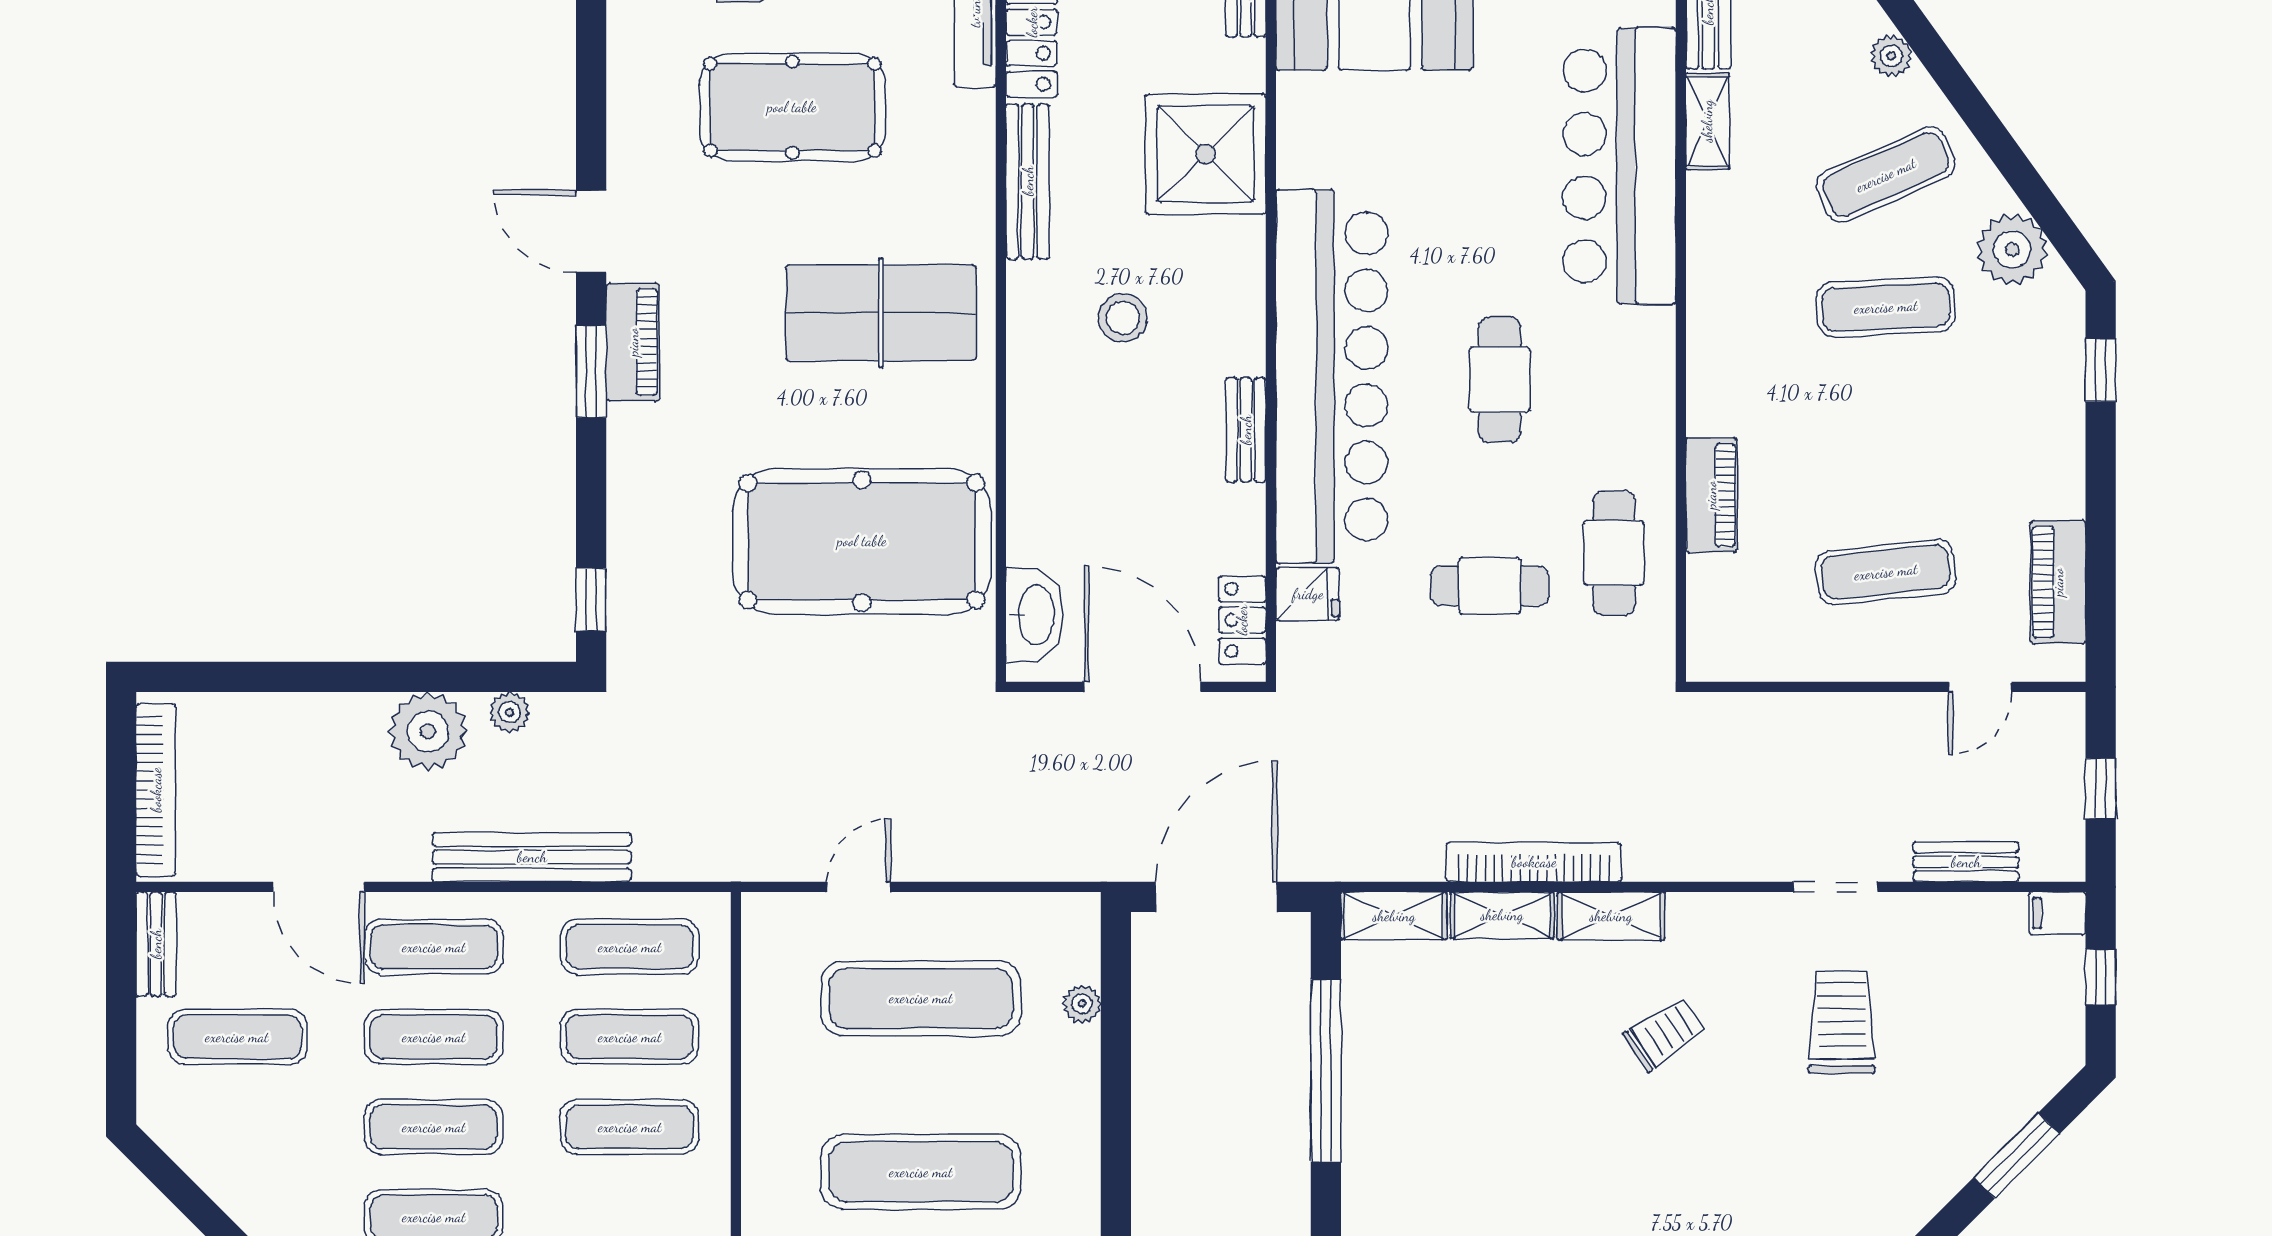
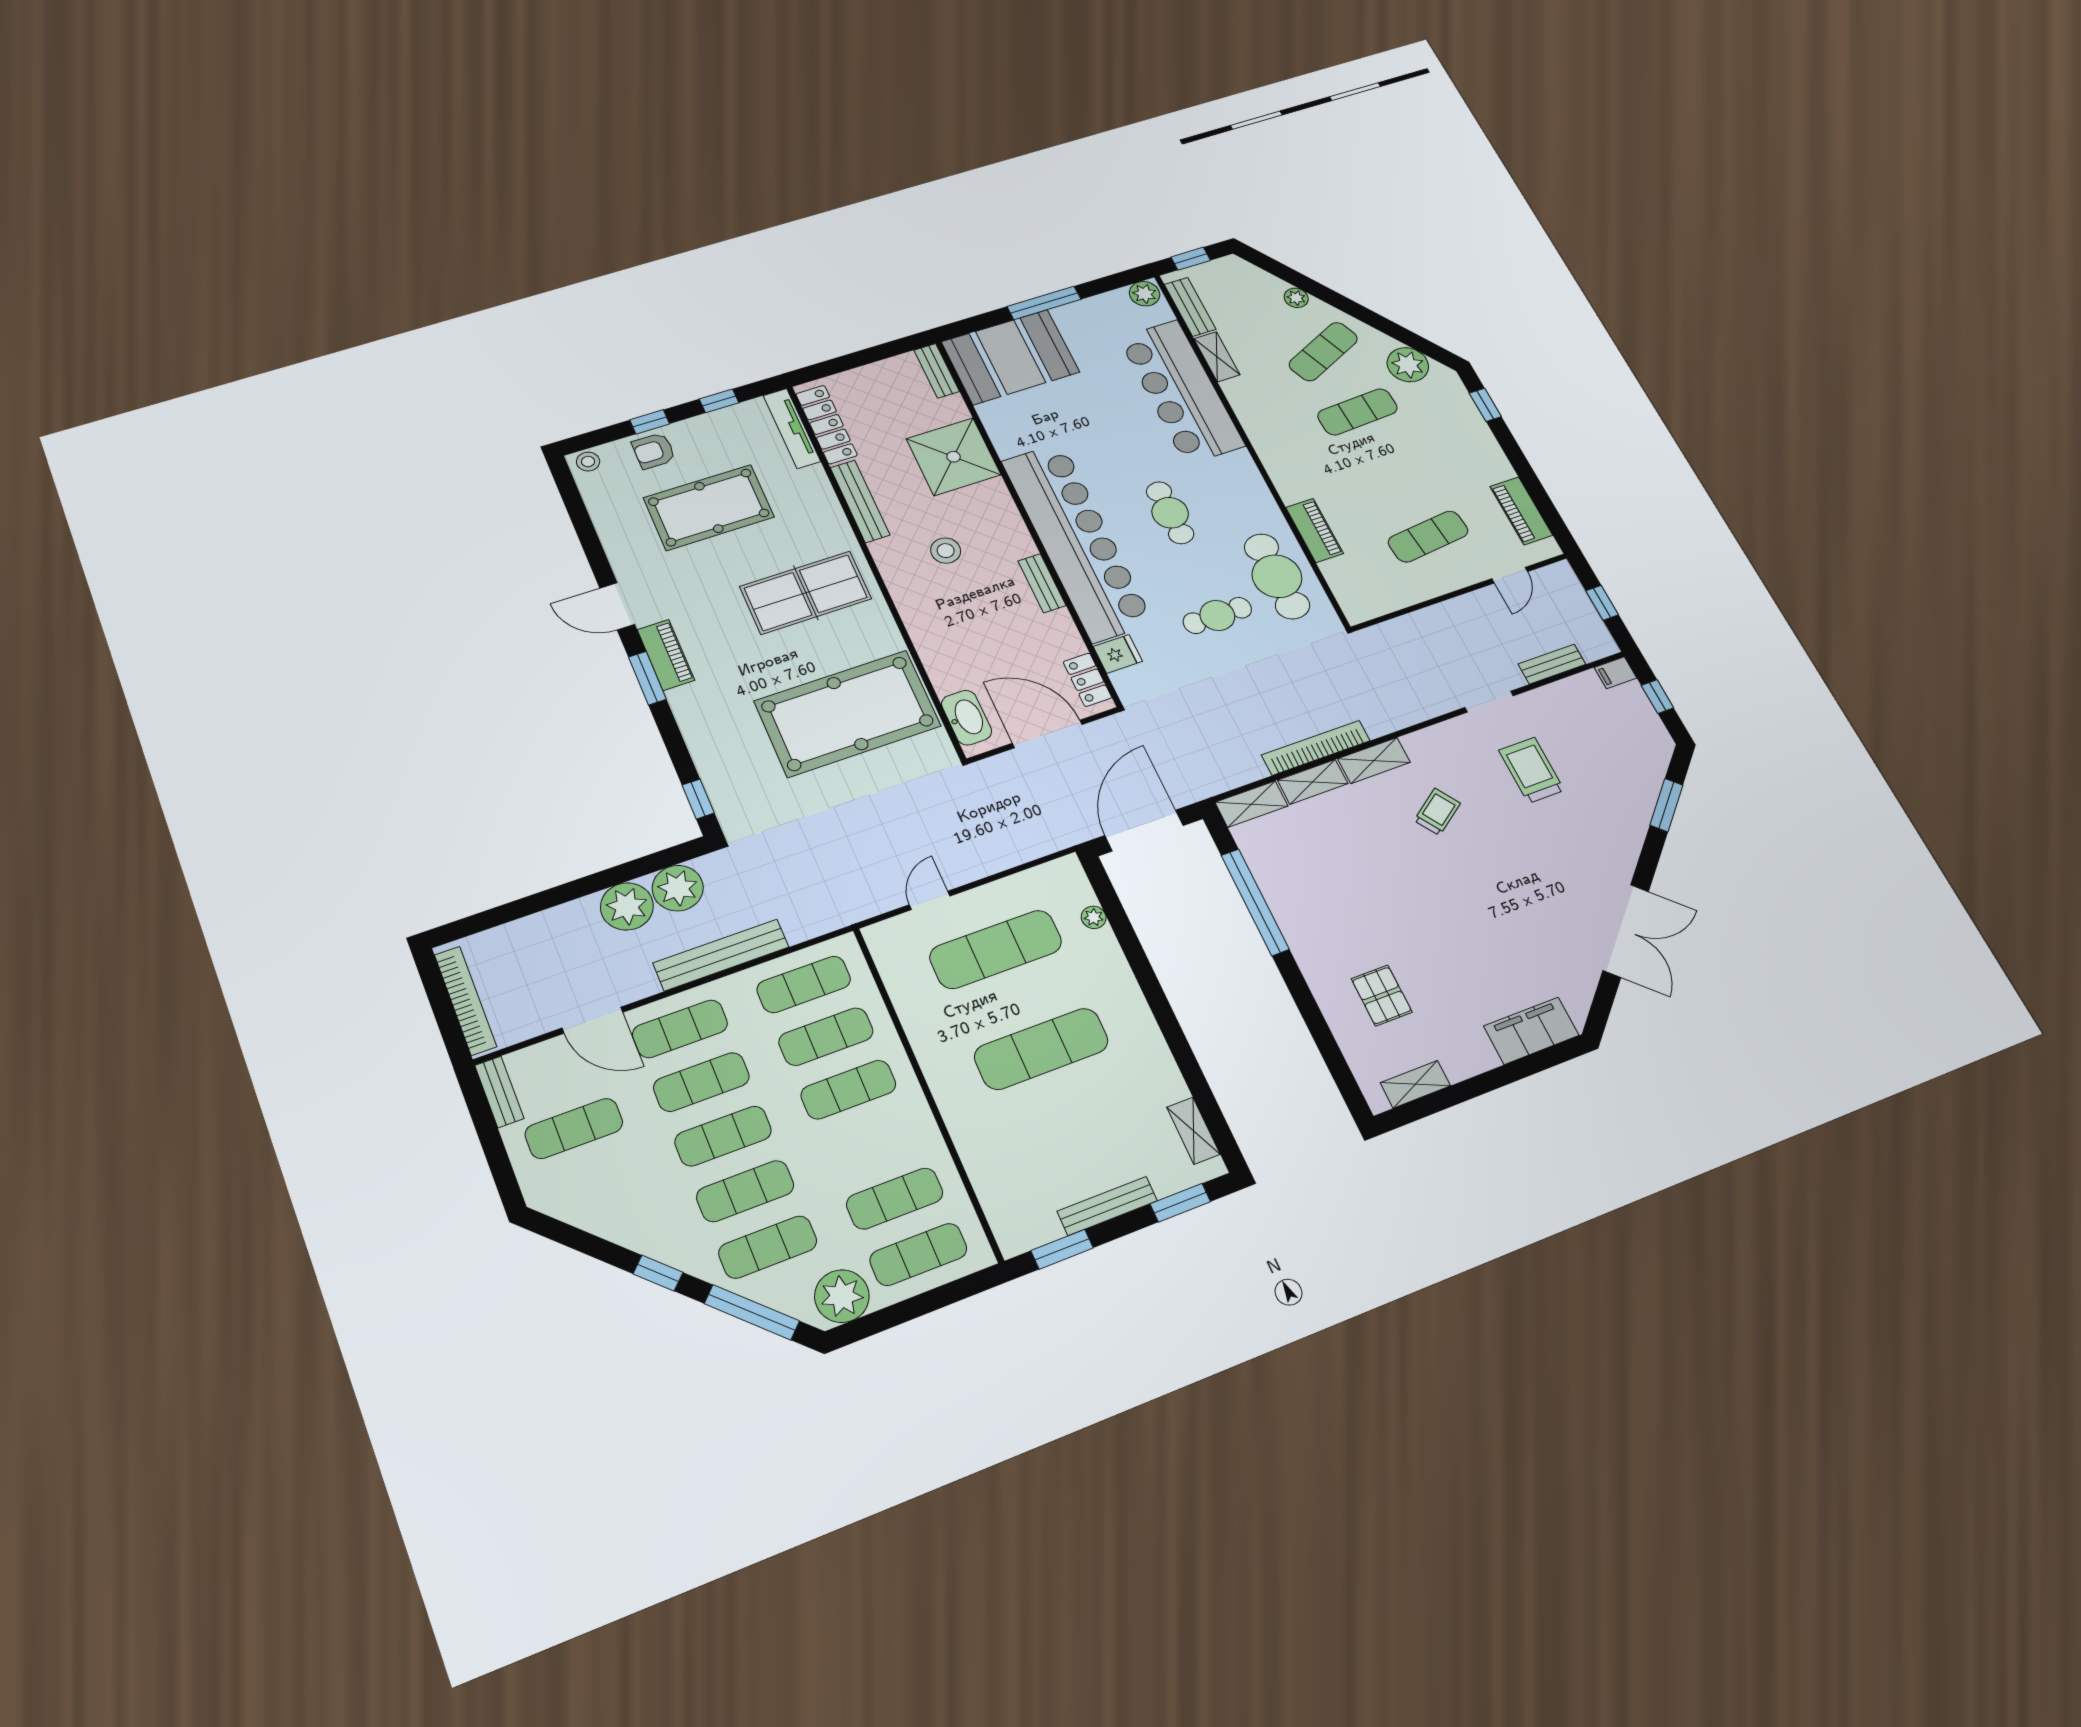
cafe table: (1614, 553) -> (1277, 576), width x1.37, depth x1.35
plant: (510, 712) -> (678, 888), width x1.88, depth x1.88

